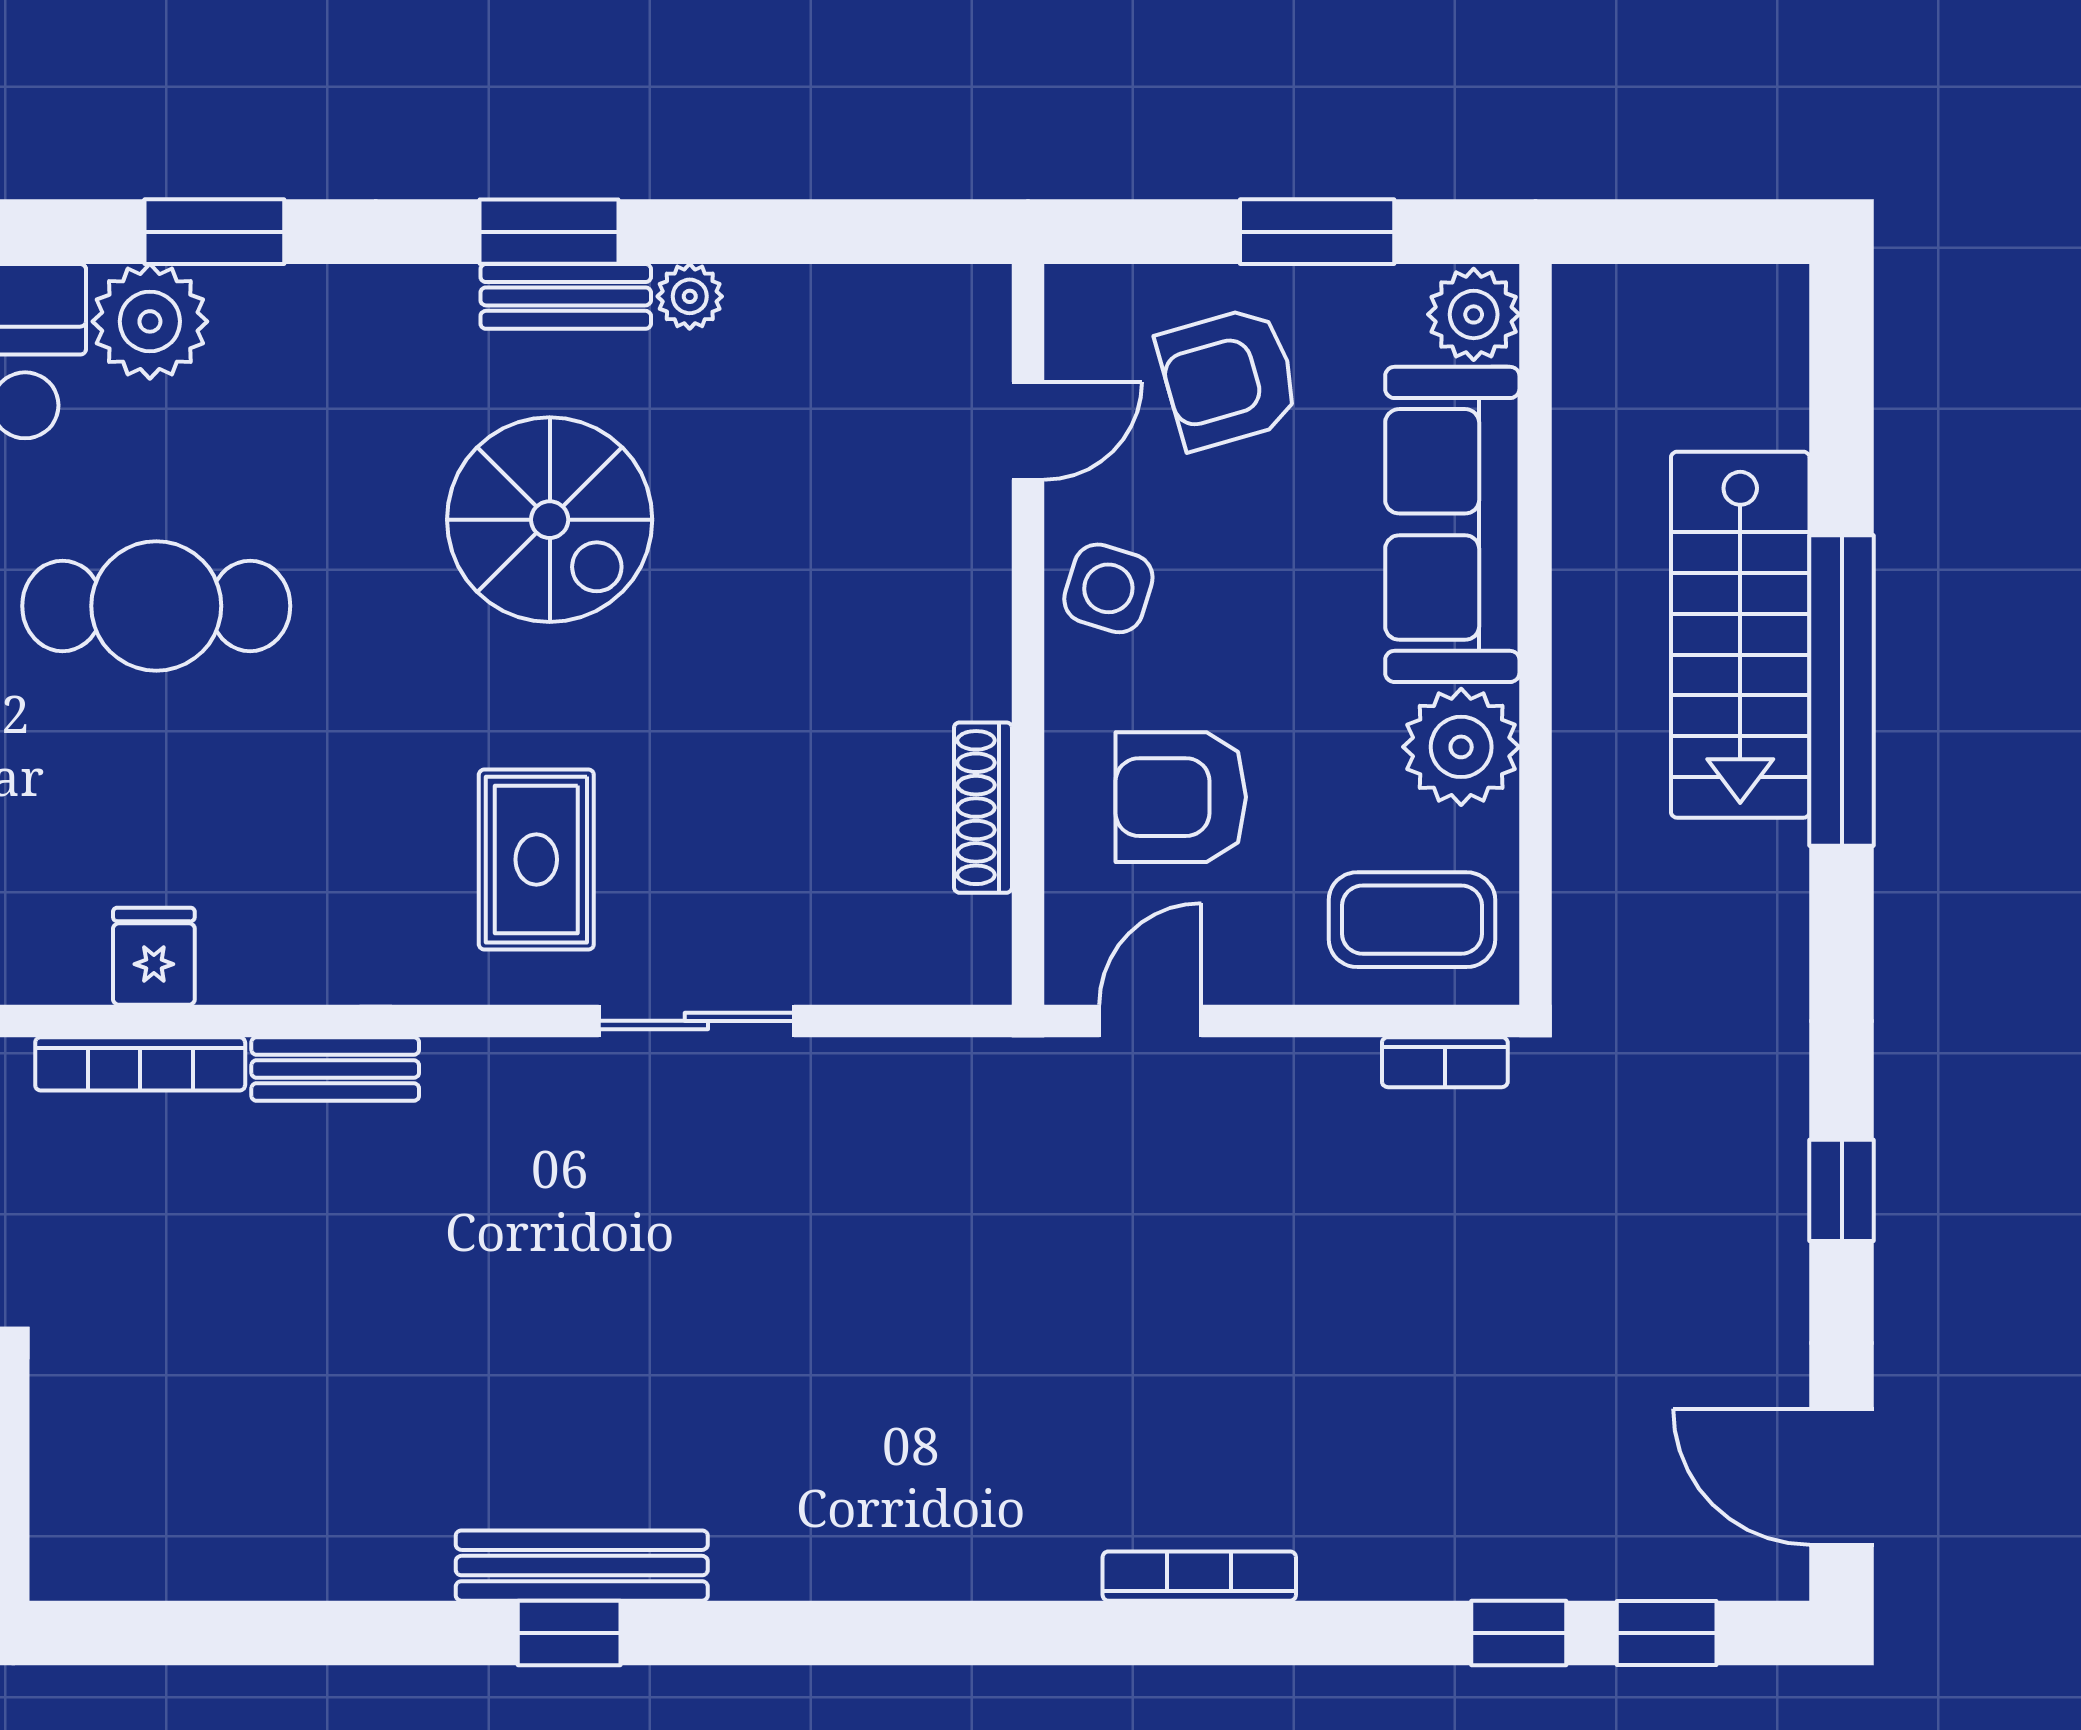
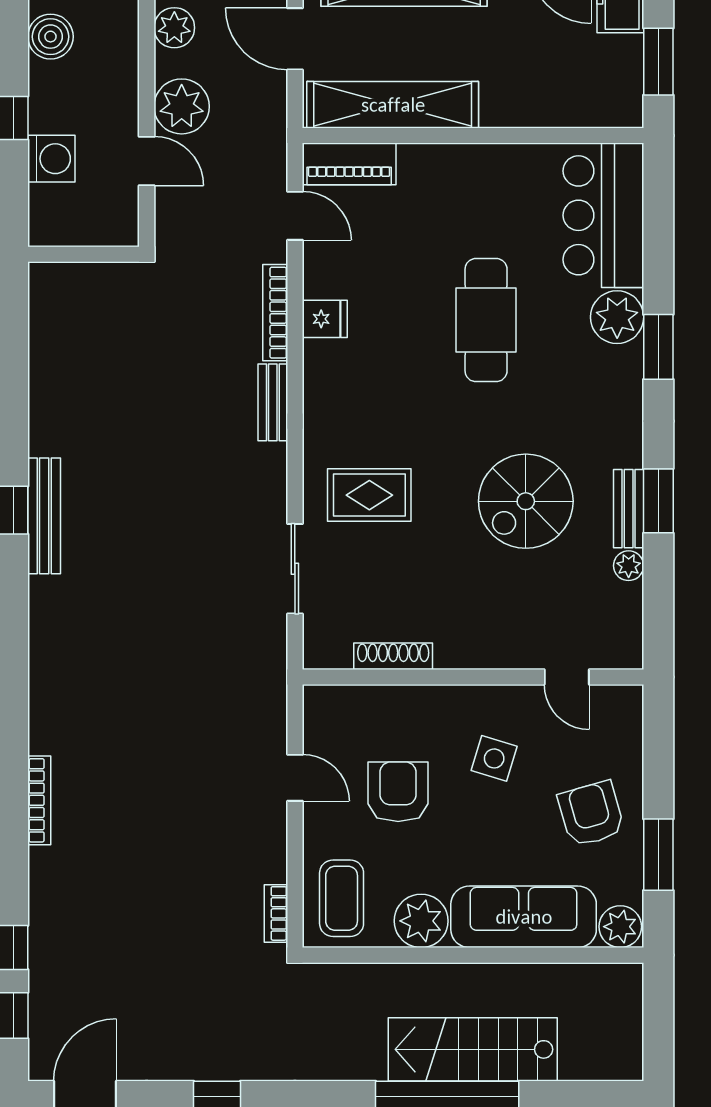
door: (1028, 431) -> (567, 677), moved
wall: (1028, 634) -> (473, 677), moved
shoe rack: (983, 808) -> (393, 656), moved

